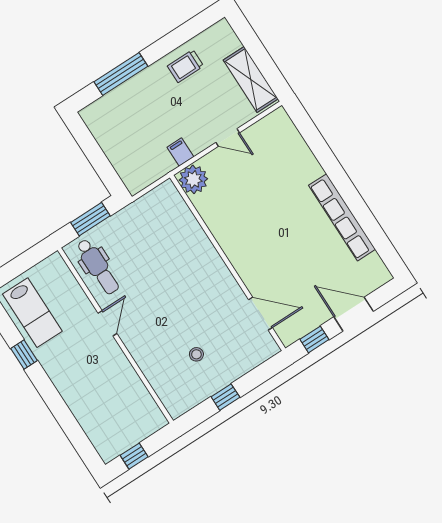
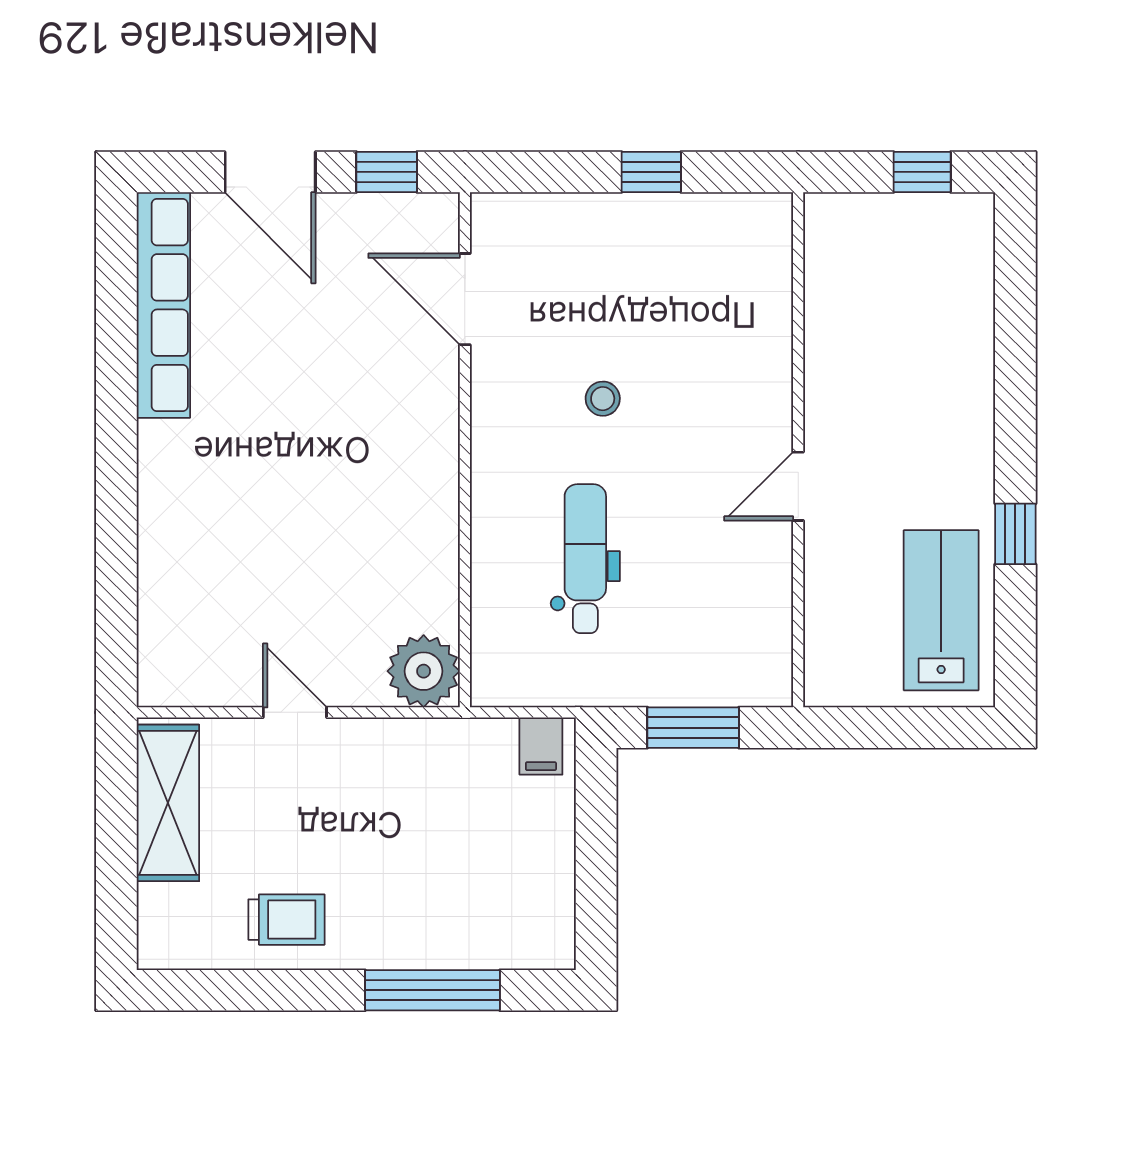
filing cabinet: (180, 152) -> (541, 746), moved
row of seats: (342, 217) -> (163, 305), moved
dental chair: (98, 267) -> (585, 559), moved
stool: (196, 354) -> (603, 399), moved

